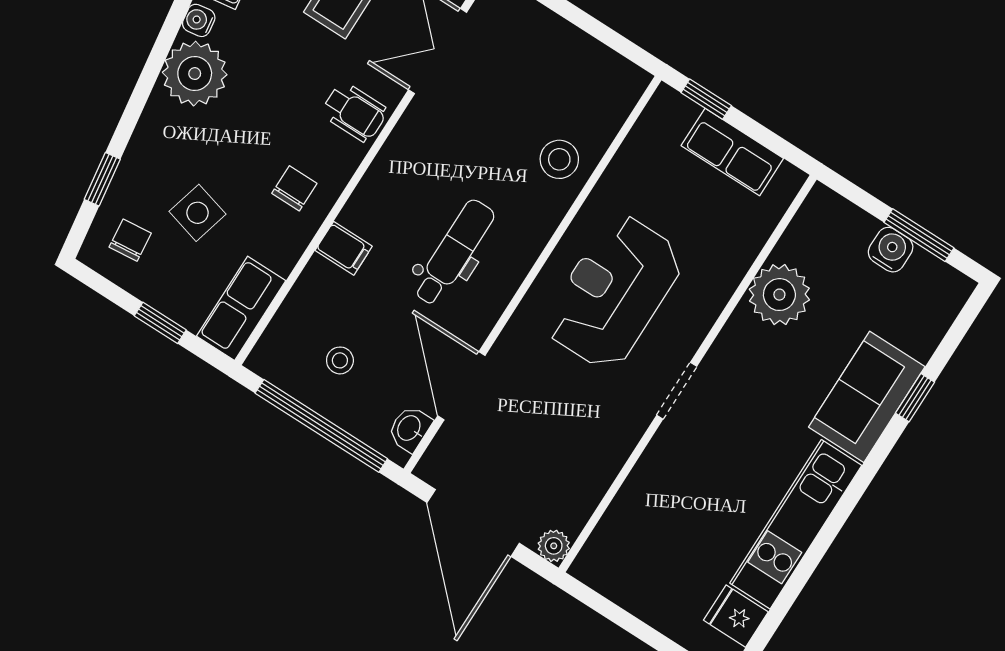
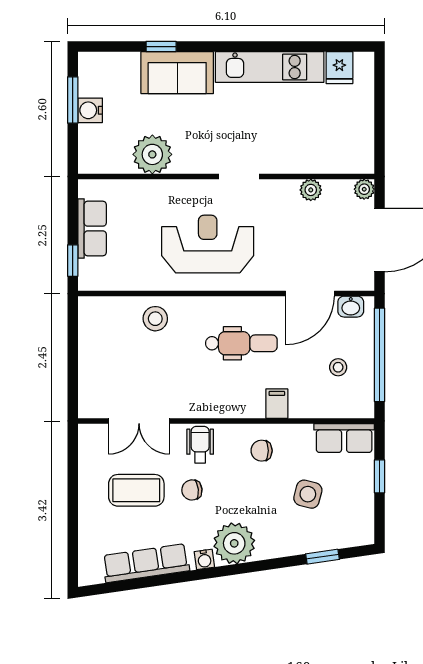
chair: (130, 240) -> (192, 490), moved
dental chair: (454, 252) -> (241, 343), turned 180
reception desk: (614, 292) -> (208, 244), turned 180
plant: (598, 474) -> (311, 190), added

